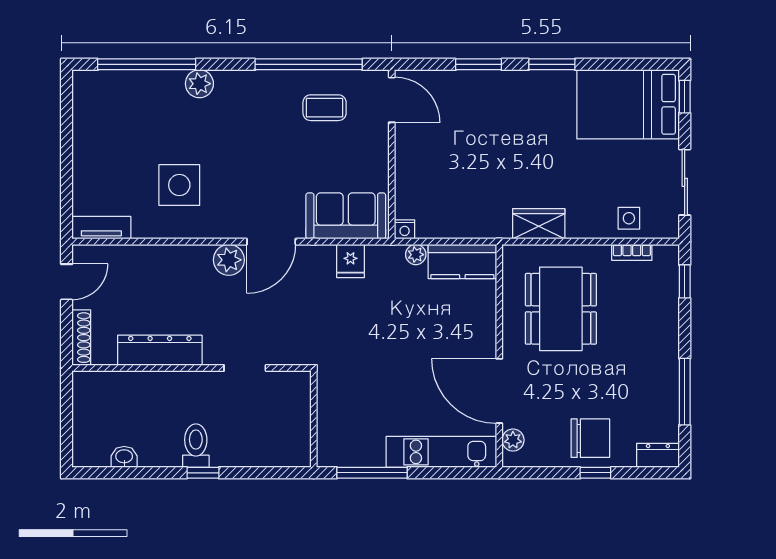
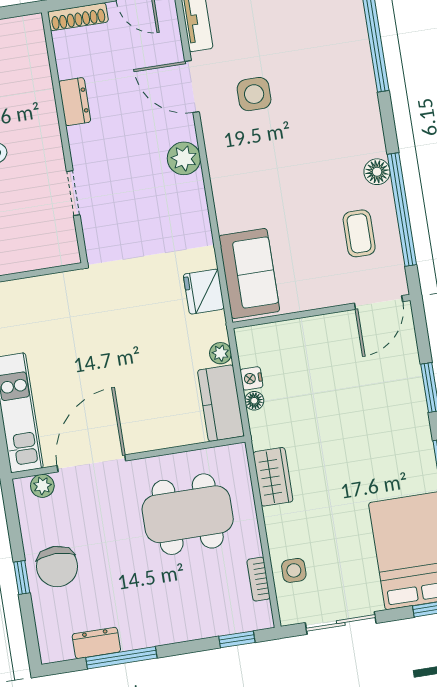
floor lamp: (270, 82) -> (377, 172), added
plant: (199, 84) -> (363, 98), removed
side table: (179, 185) -> (254, 94), width x0.73, depth x0.73
nightstand: (405, 229) -> (251, 378), moved
floor lamp: (465, 230) -> (254, 401), added
door: (271, 242) -> (192, 87), moved
fridge: (350, 261) -> (204, 292), width x1.38
dresser: (160, 350) -> (75, 102), width x0.51, depth x0.80
dresser: (658, 455) -> (96, 643), moved, turned -90

